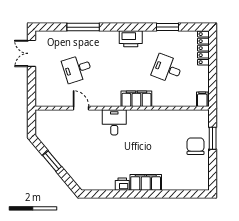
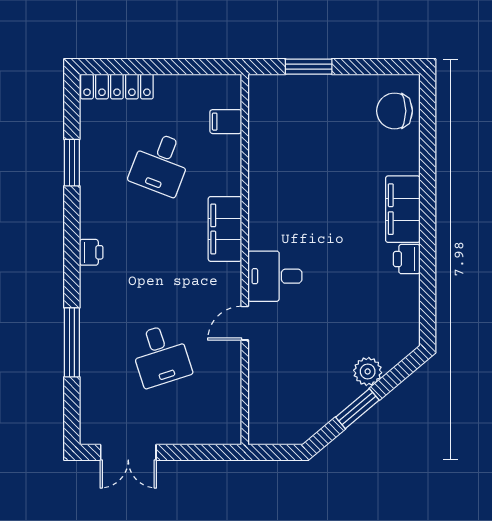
printer: (131, 39) -> (91, 252), width x0.53, depth x0.68
filing cabinet: (202, 99) -> (226, 122), moved
door: (81, 108) -> (245, 323), moved
chair: (196, 146) -> (395, 111), moved
plant: (69, 166) -> (368, 371), added

